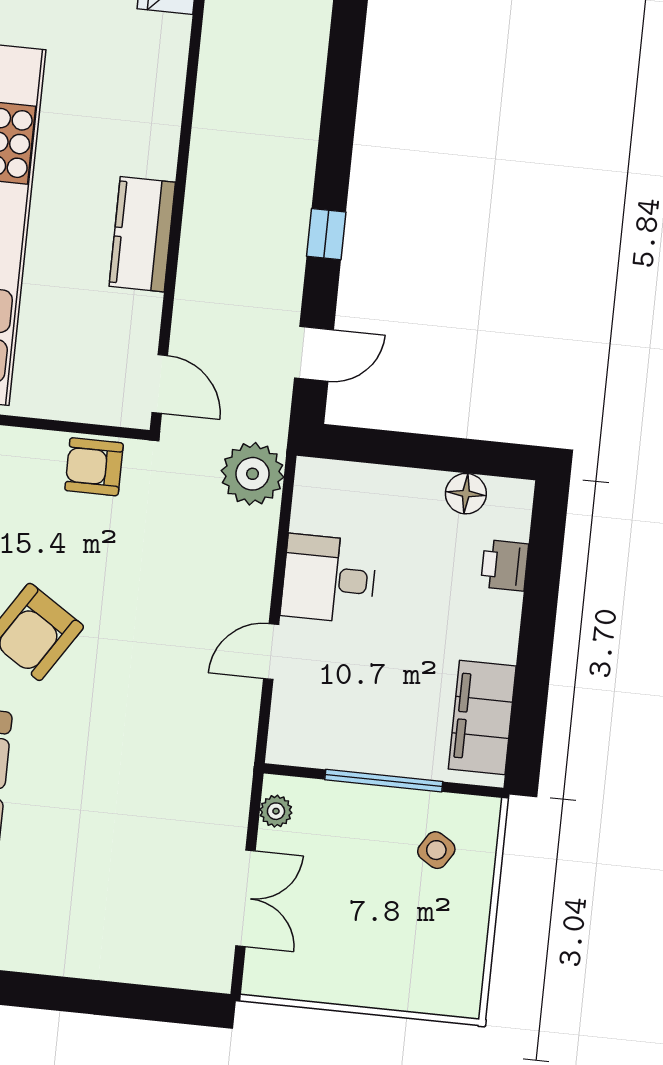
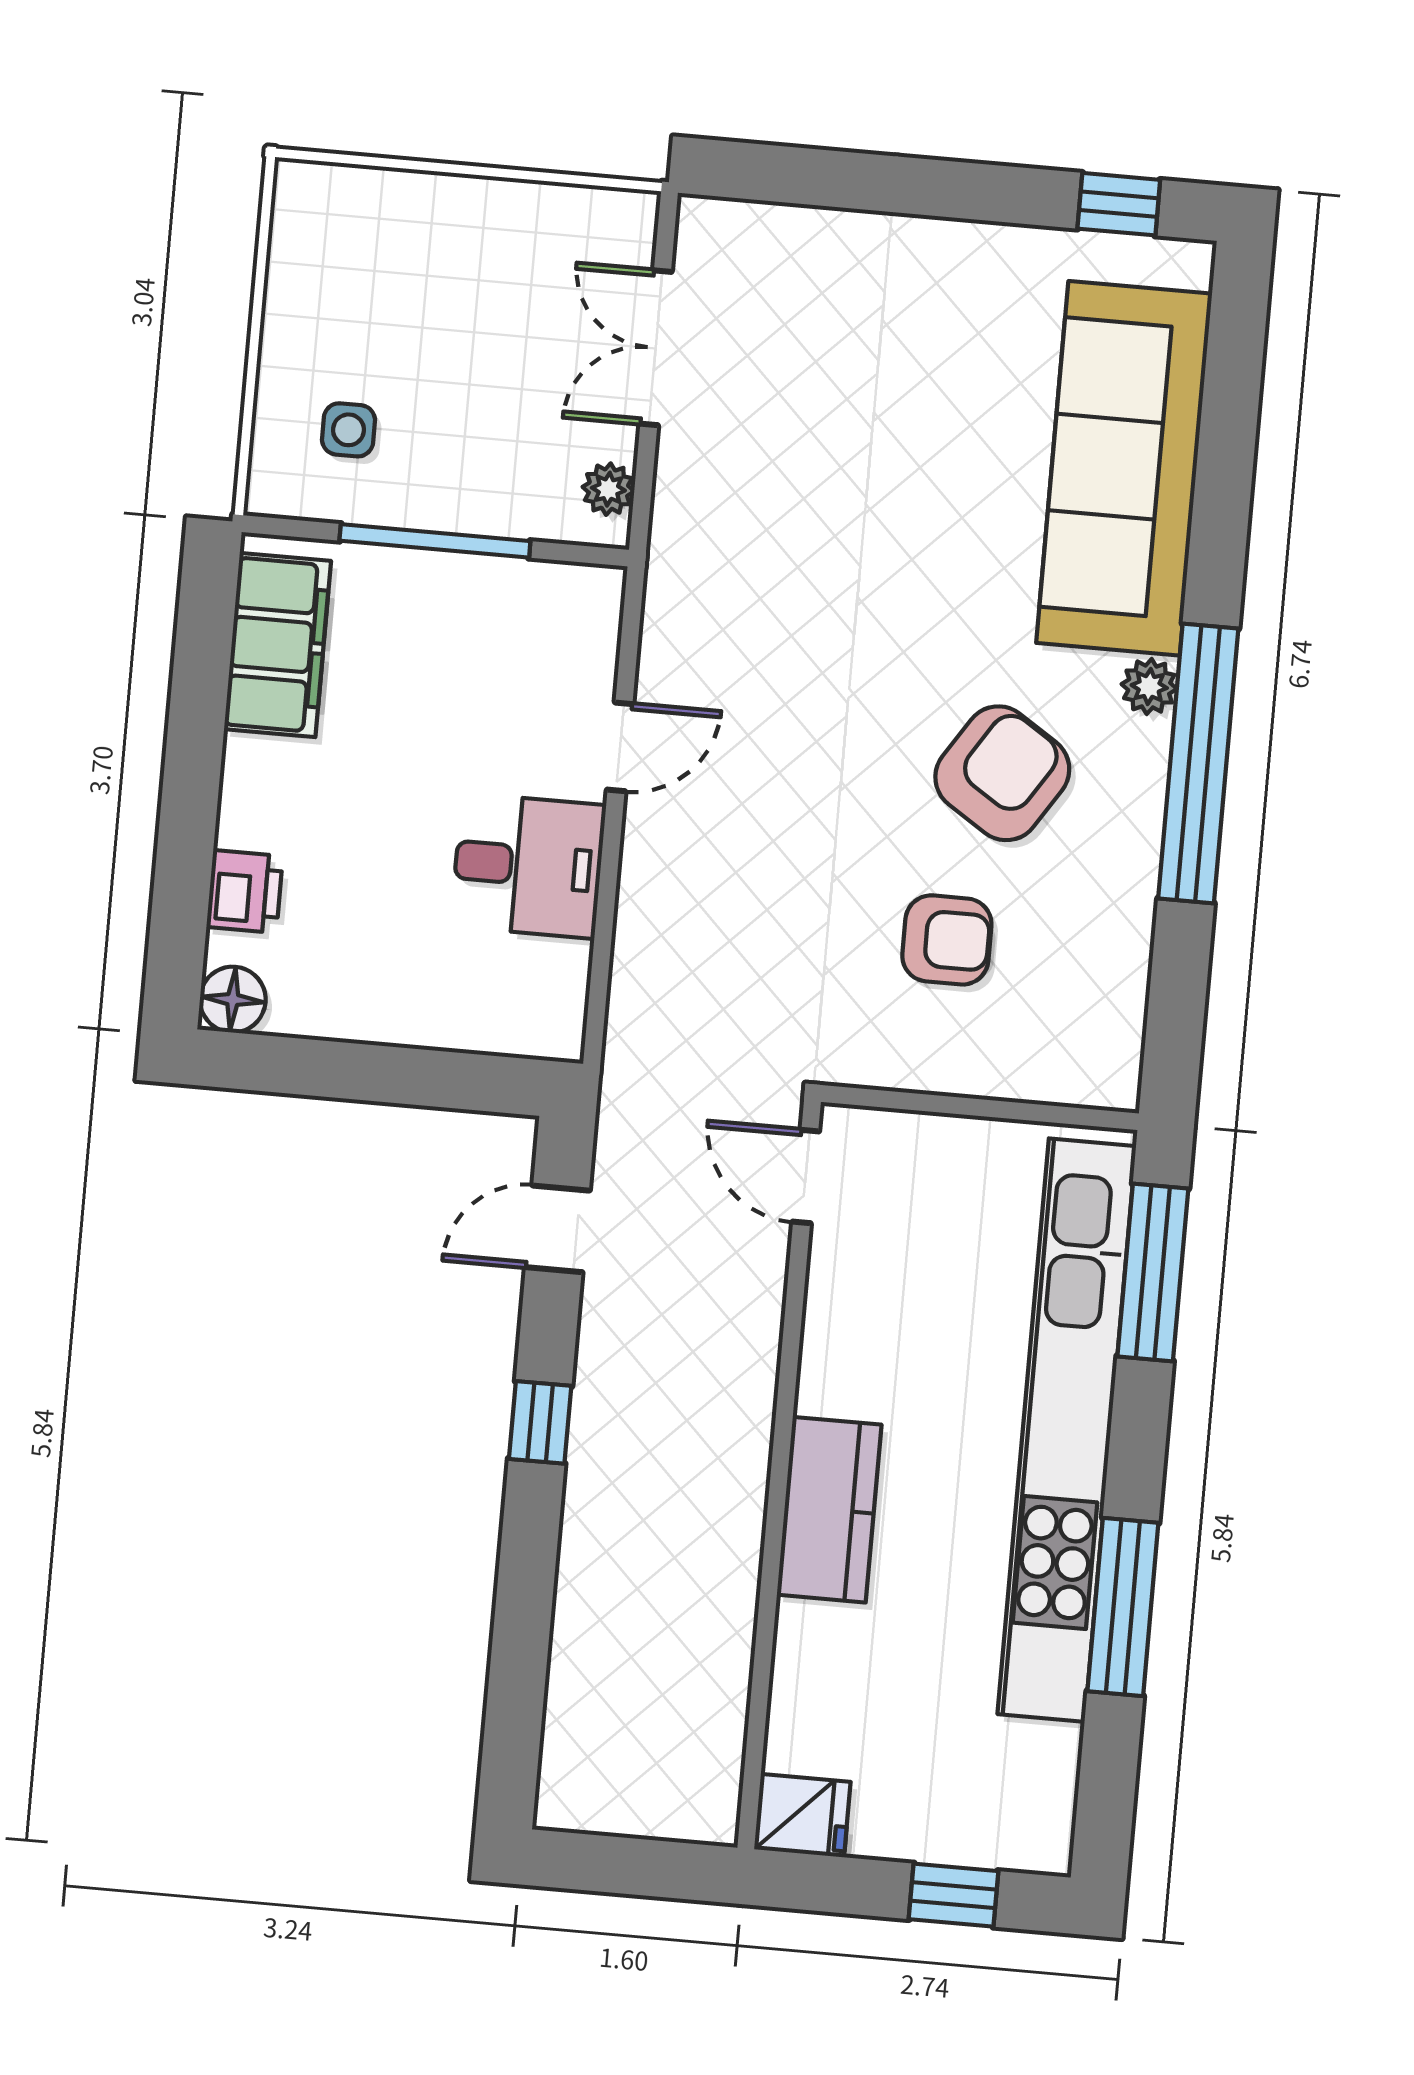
kitchen counter: (142, 234) -> (829, 1510), moved
armchair: (94, 467) -> (947, 940), moved
plant: (253, 474) -> (654, 1034), removed
floor lamp: (466, 494) -> (233, 1000), moved
side table: (436, 850) -> (349, 430), turned -32

